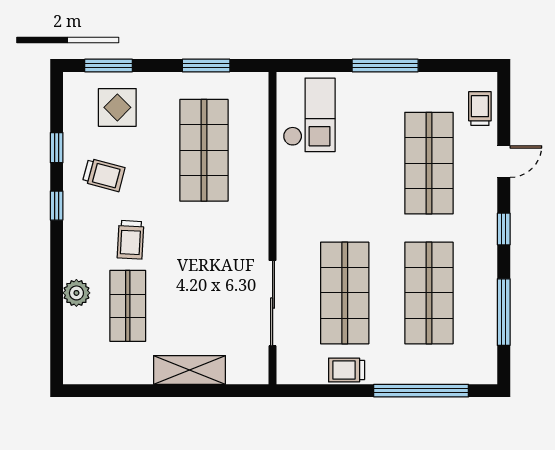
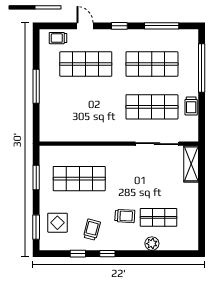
checkout: (309, 115) -> (61, 125), removed
shelving: (190, 370) -> (191, 164), moved

